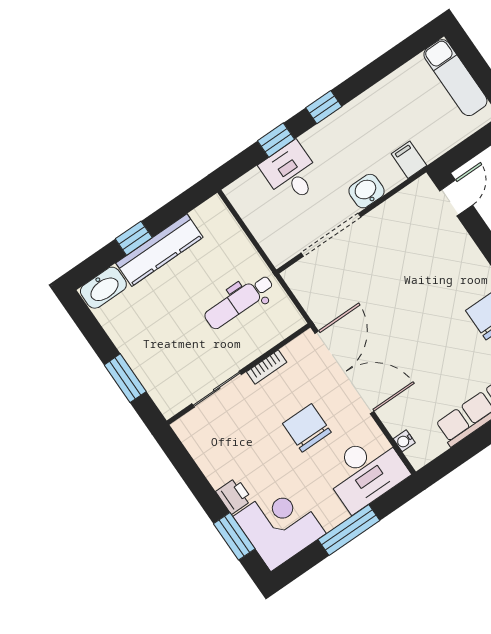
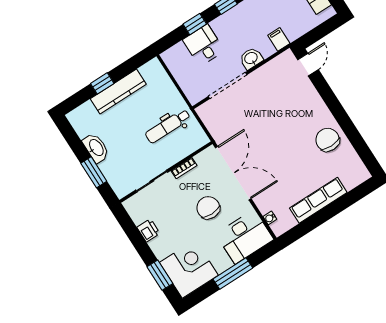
washbasin: (103, 288) -> (96, 148), moved, turned -90
printer: (234, 496) -> (148, 230), moved

